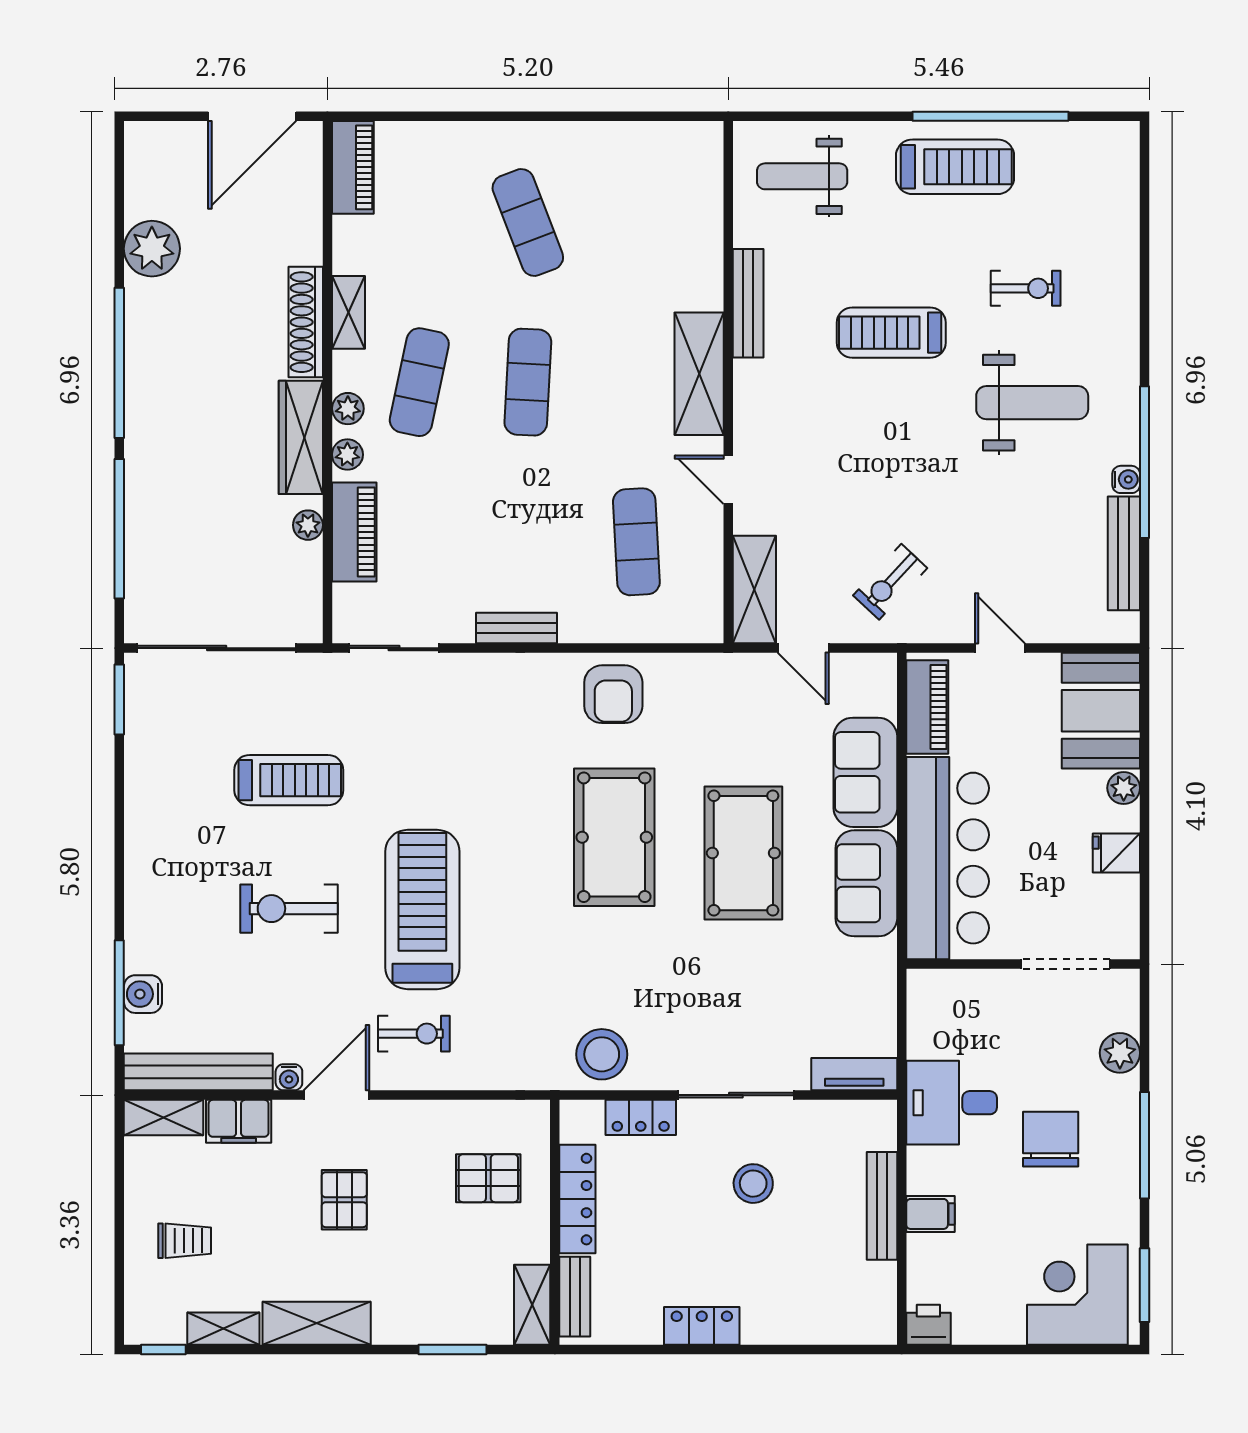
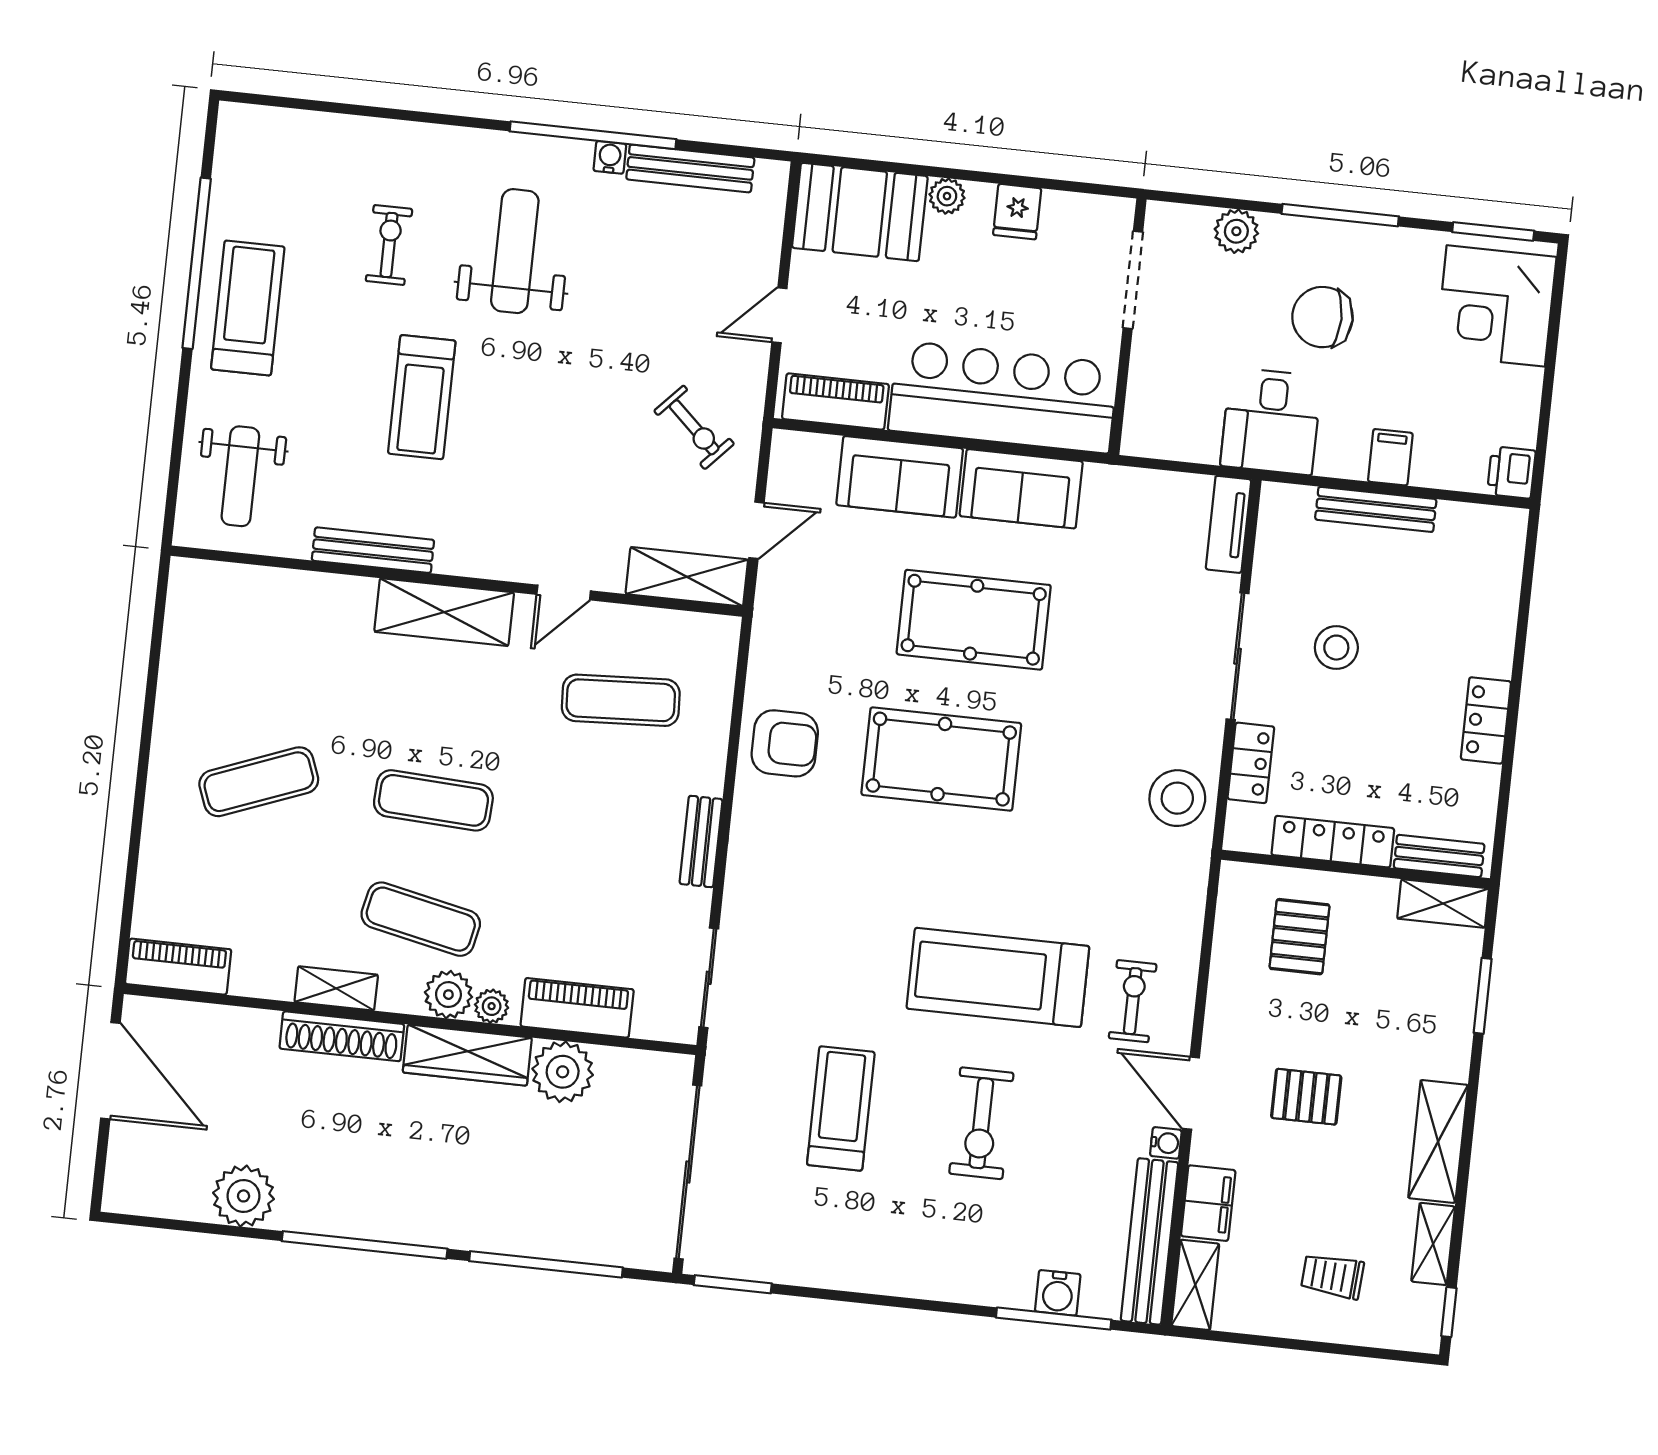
plant: (348, 409) -> (448, 995), width x1.38, depth x1.38
plant: (308, 525) -> (563, 1072), width x1.87, depth x1.87
trolley: (185, 1241) -> (1332, 1276), turned -86

